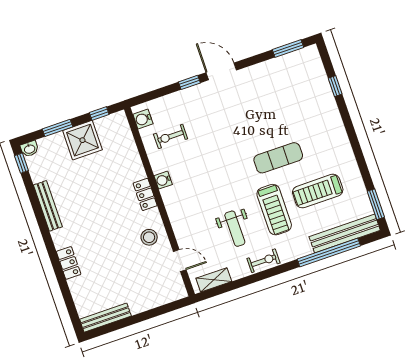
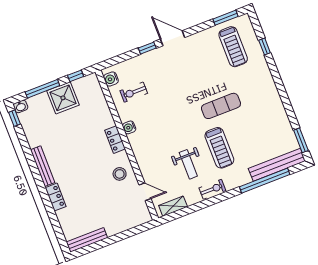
window: (57, 128) -> (42, 89), width x1.44
treadmill: (318, 191) -> (233, 47), moved, turned -90
bench: (48, 206) -> (43, 166), moved

